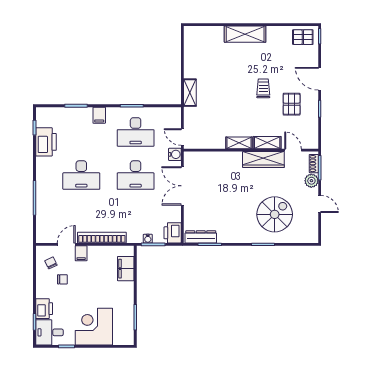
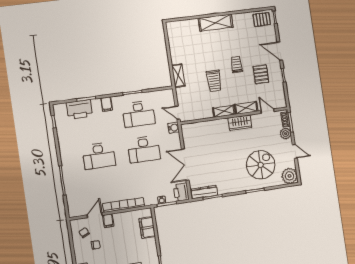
trolley: (232, 105) -> (214, 81), added
printer: (46, 142) -> (79, 109), moved, turned 90
wardrobe: (263, 160) -> (240, 123), width x0.67
double door: (182, 186) -> (185, 165), moved
plant: (308, 233) -> (289, 176), added

